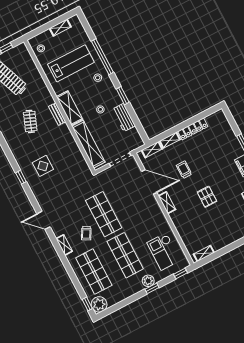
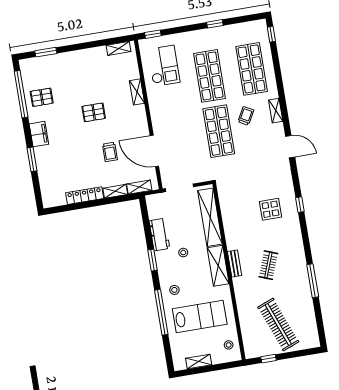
lab bench: (71, 63) -> (200, 316), turned 180
pallet: (207, 197) -> (94, 112), turned 90
shelving: (167, 203) -> (137, 92), moved
plant: (148, 281) -> (193, 38), removed
window: (152, 288) -> (215, 24), moved
plant: (99, 304) -> (258, 29), removed

